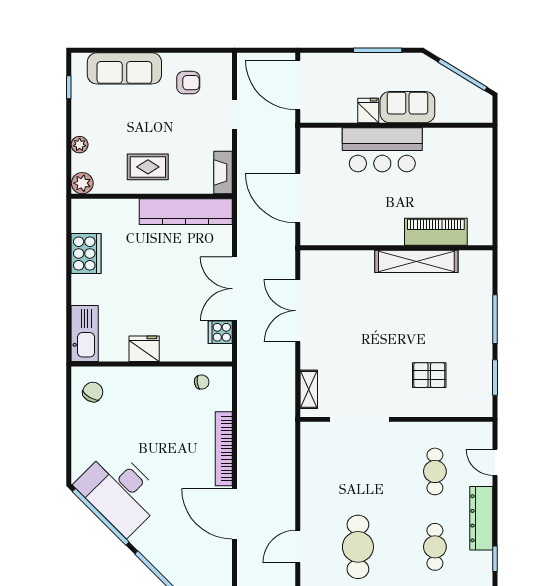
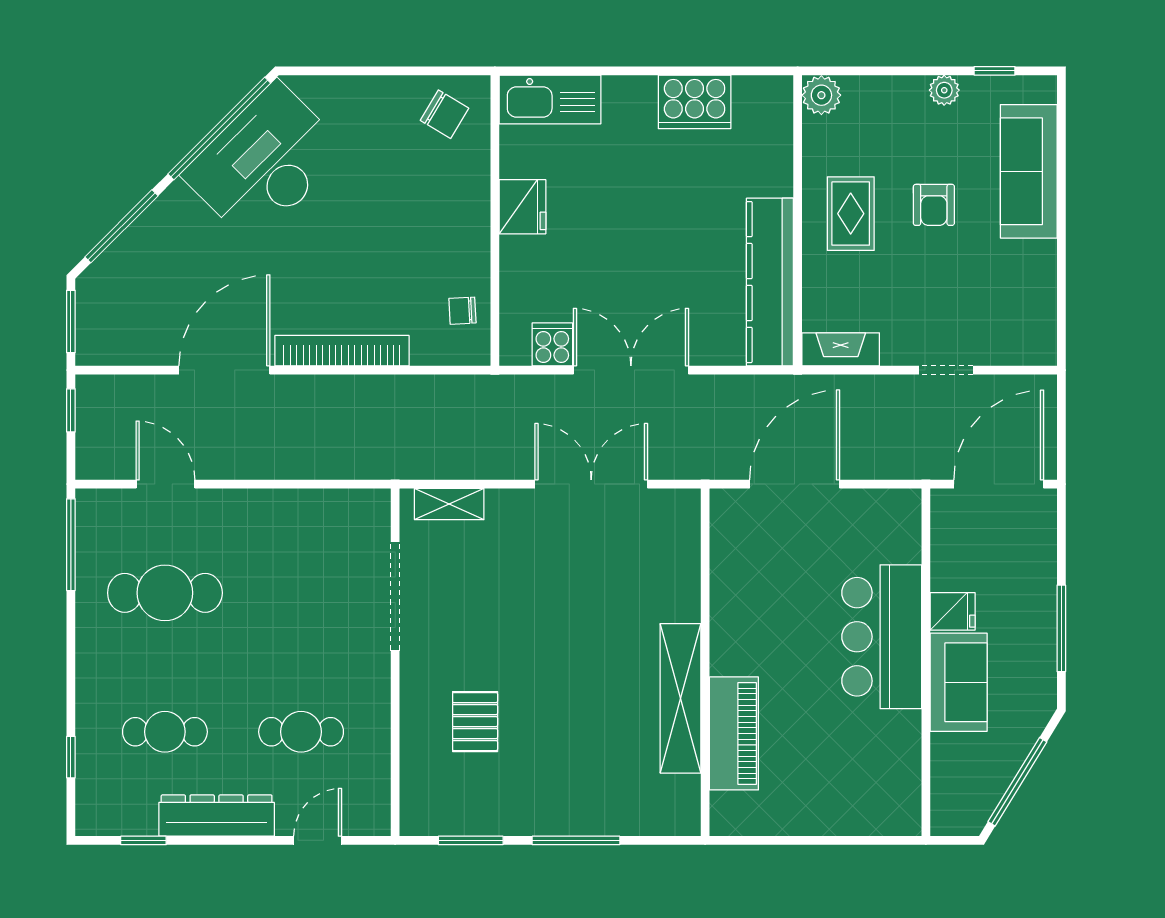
armchair: (188, 83) -> (934, 205), moved
plant: (80, 145) -> (944, 90), moved
chair: (202, 382) -> (462, 311), turned 96

